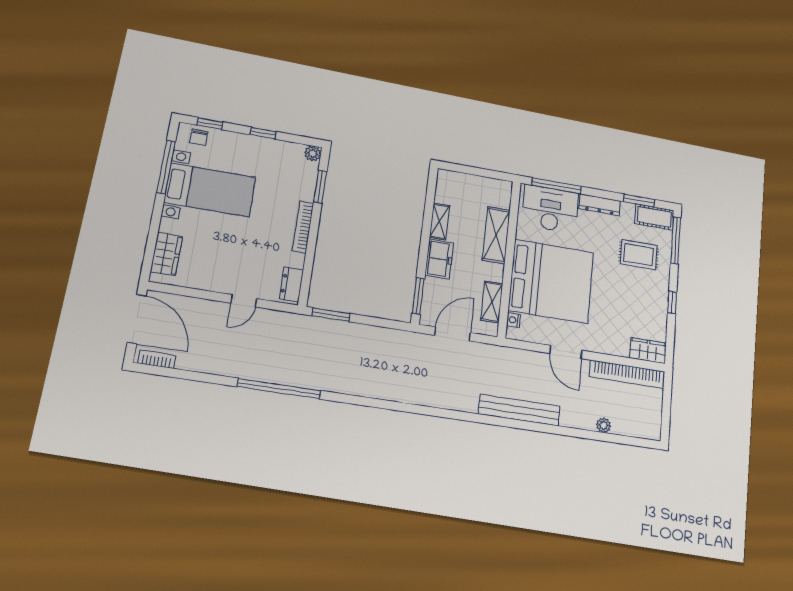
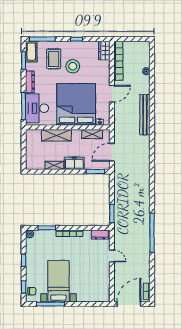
wardrobe: (166, 254) -> (95, 296), removed
stool: (623, 287) -> (73, 66), added
door: (453, 334) -> (112, 152), hinge flipped

